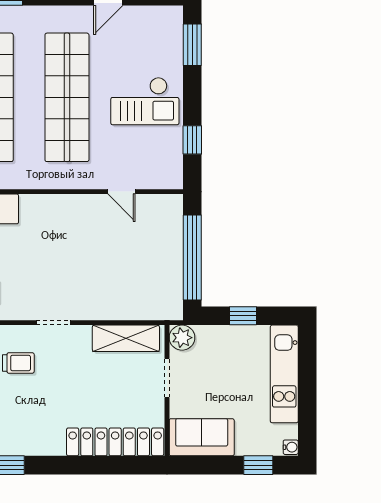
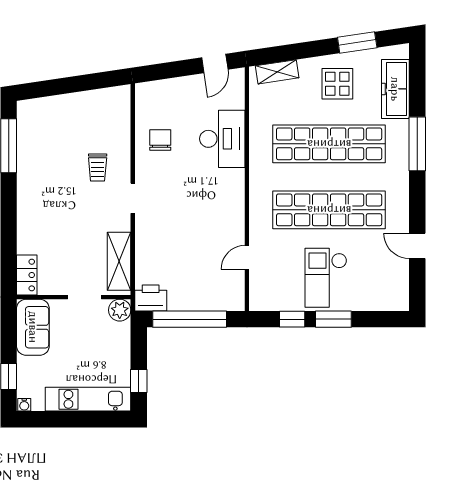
window: (192, 45) -> (333, 319), moved
printer: (168, 302) -> (151, 298), added
window: (243, 316) -> (139, 381), moved
locker: (115, 442) -> (27, 275), width x0.46, depth x0.83

